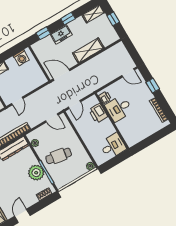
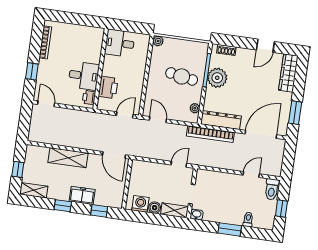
boiler: (11, 62) -> (155, 208), added

